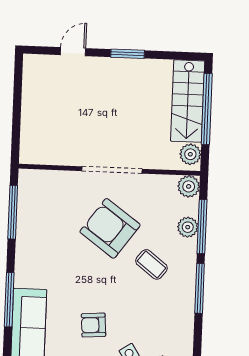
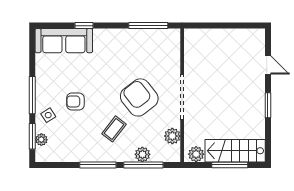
window: (207, 109) -> (230, 165), width x0.68
plant: (189, 186) -> (172, 136), moved
armchair: (110, 228) -> (139, 97), turned -74
window: (9, 300) -> (84, 26), width x0.46
armchair: (93, 325) -> (75, 101), moved, turned -86

